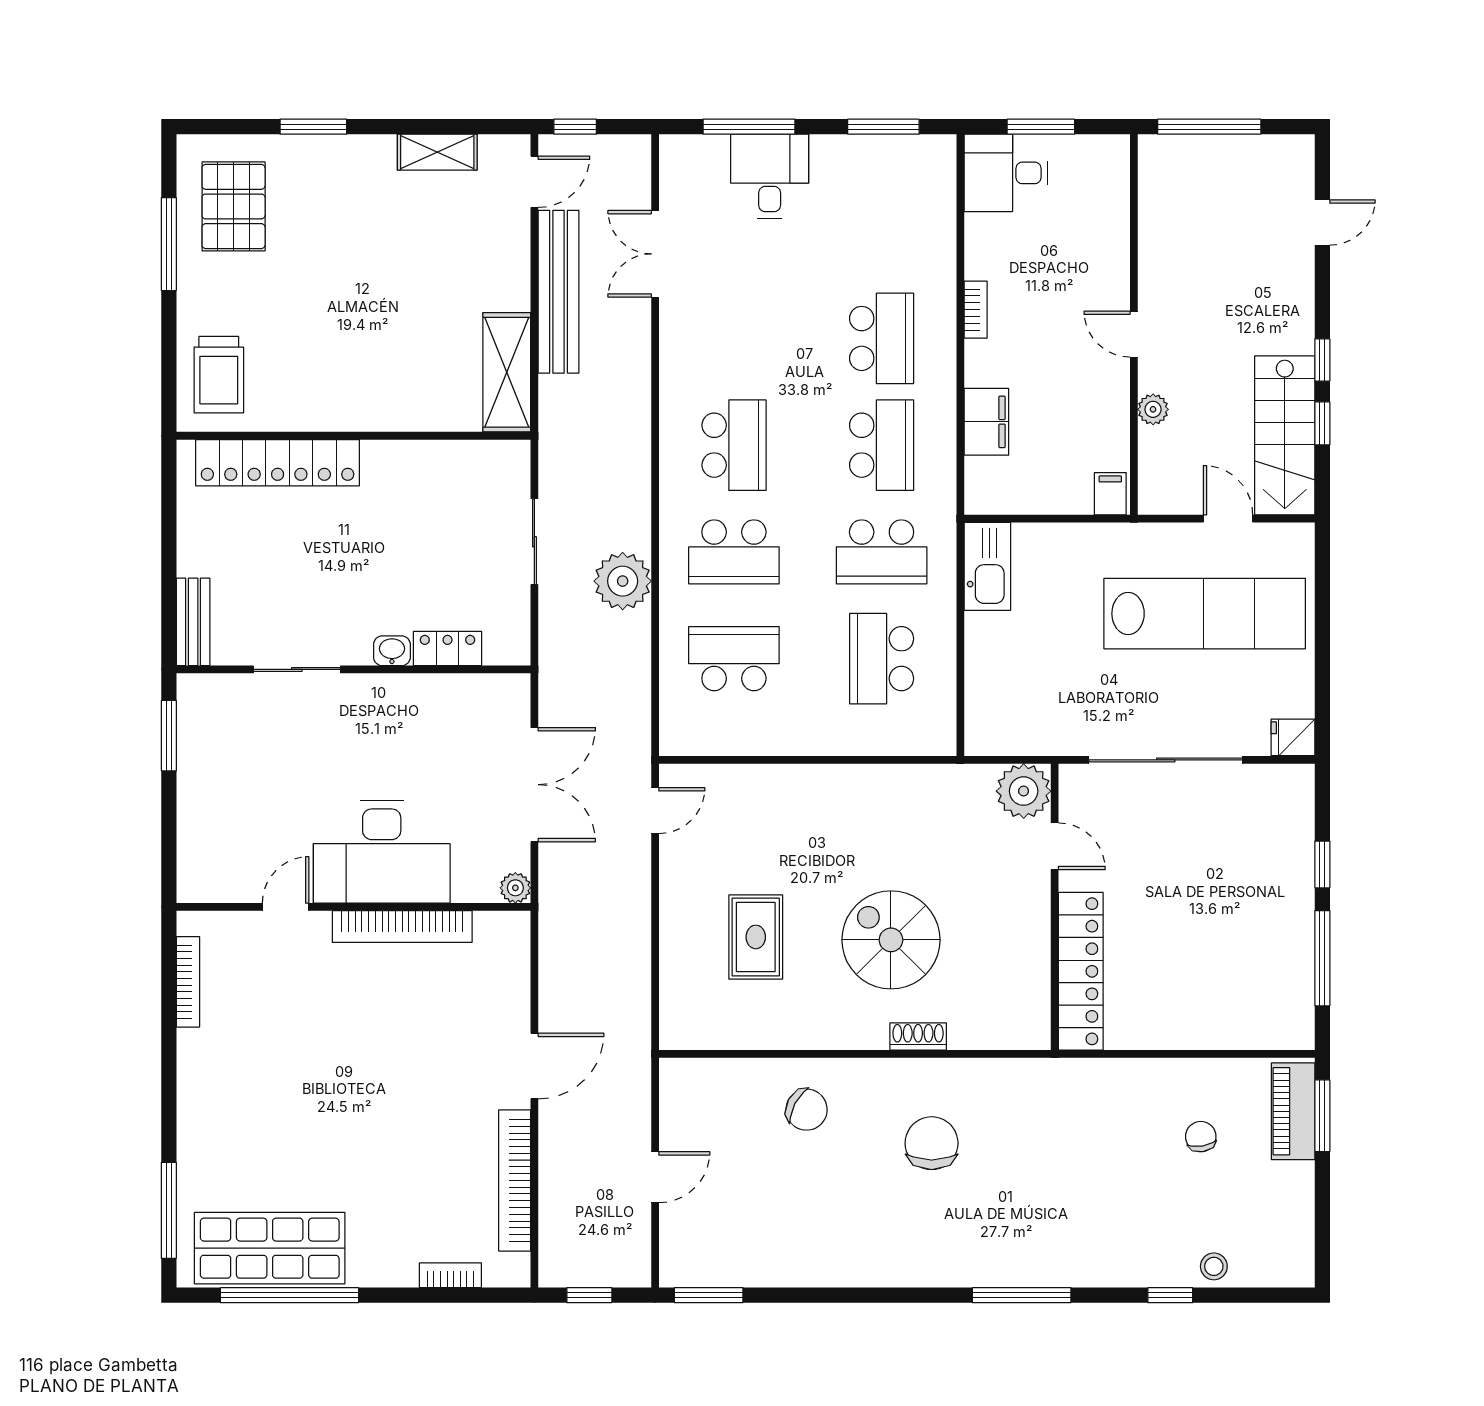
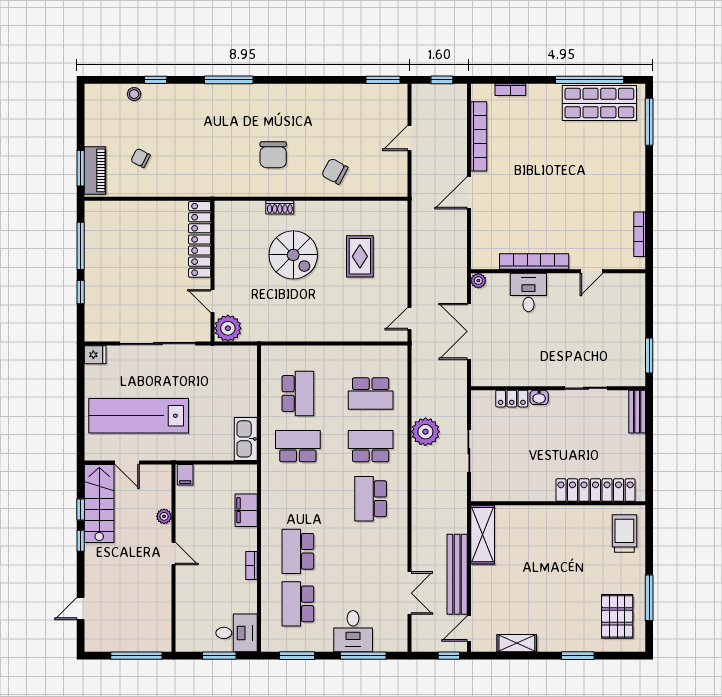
school desk: (882, 445) -> (298, 604), moved
desk: (382, 852) -> (528, 292), width x0.53, depth x0.77
chair: (1201, 1137) -> (141, 158), turned 126

